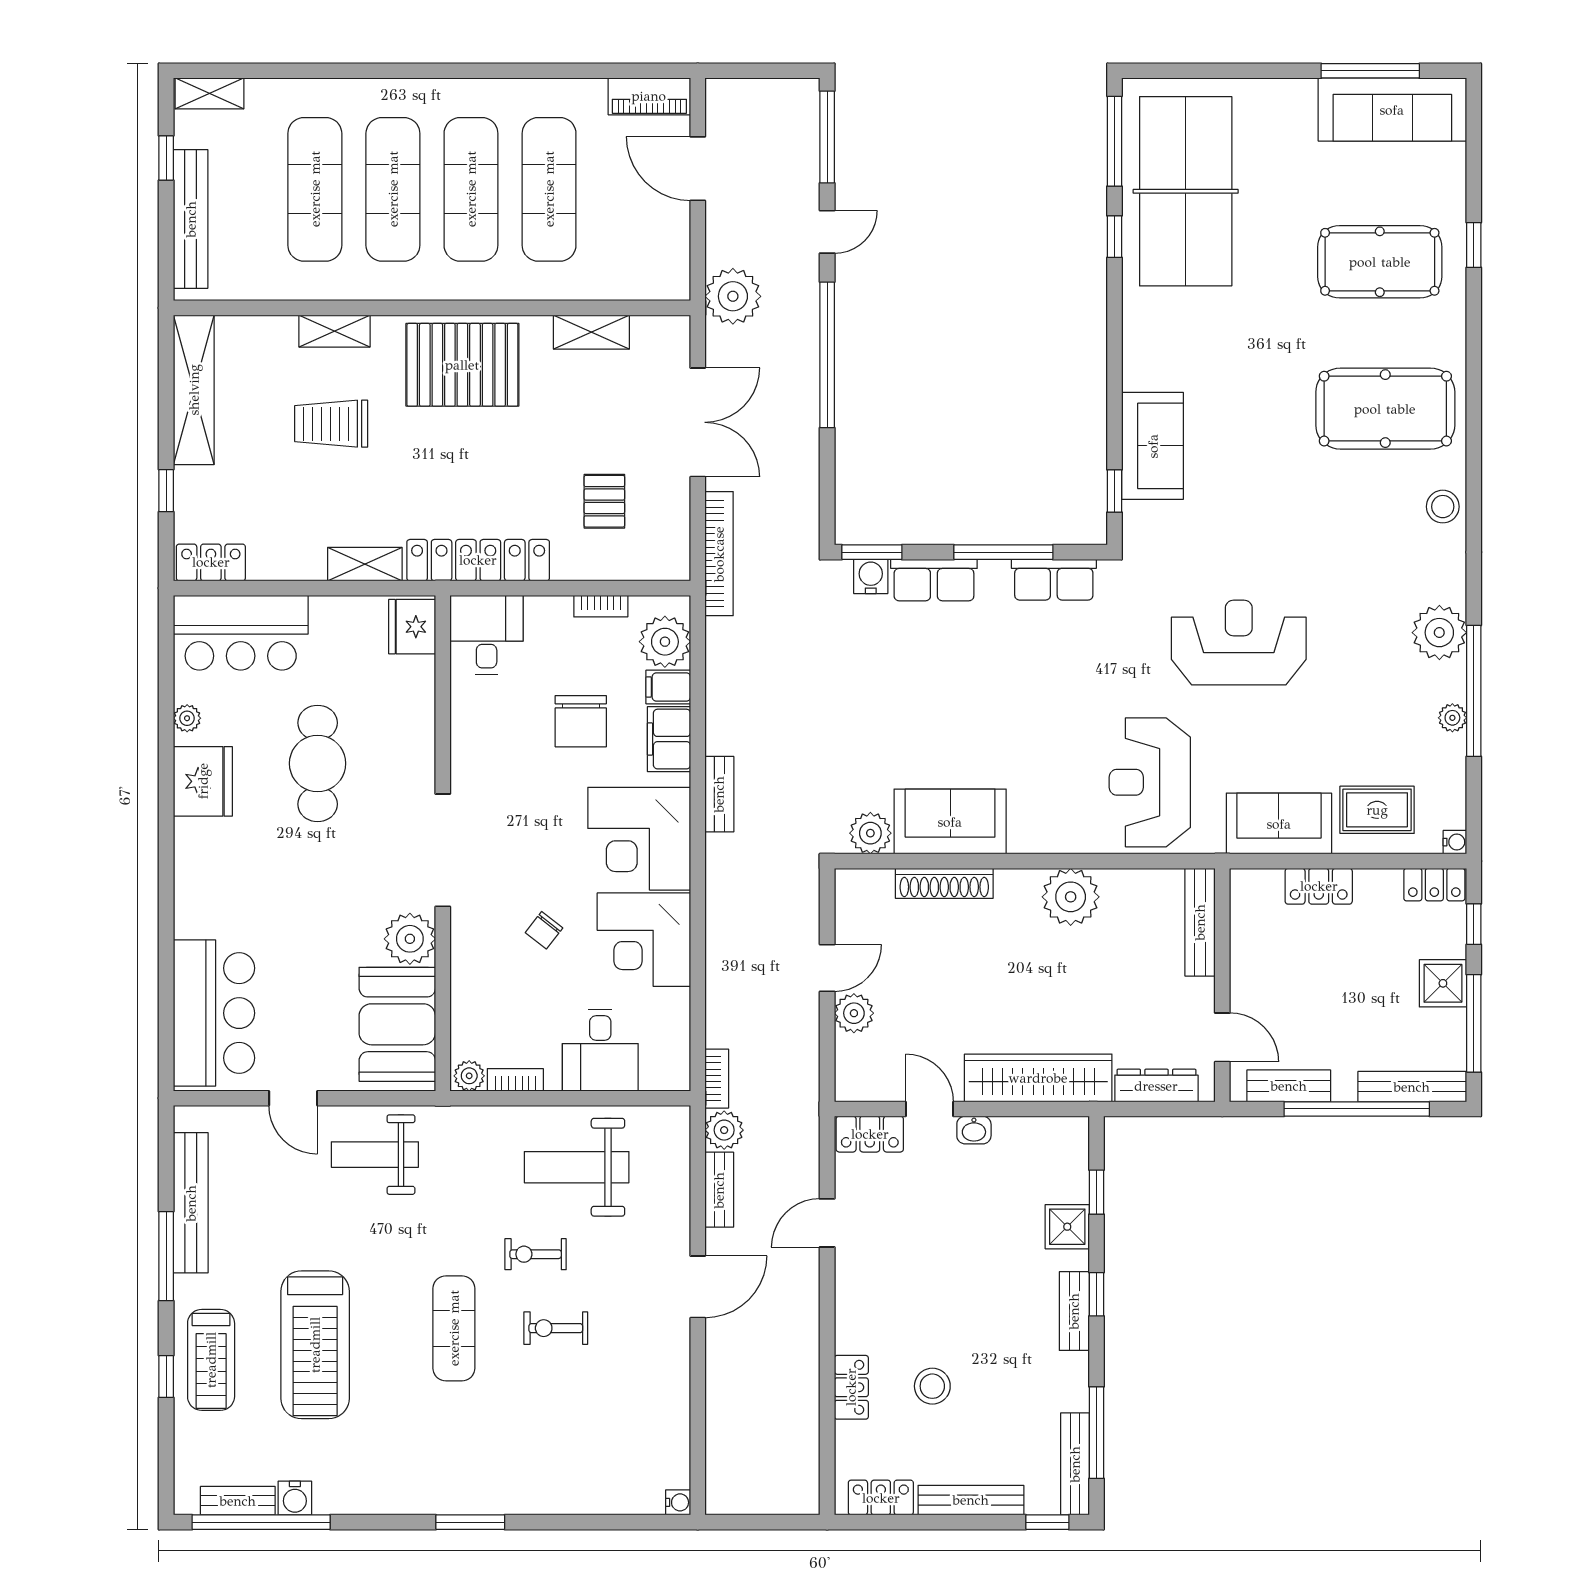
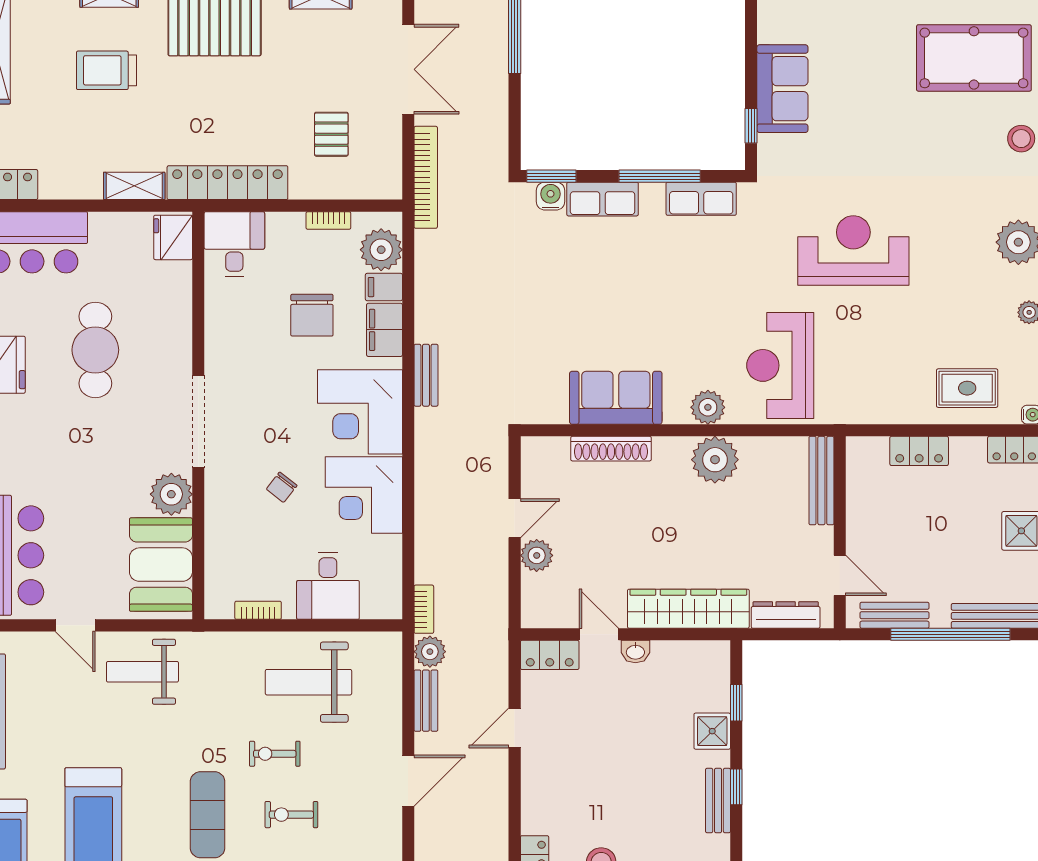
sofa: (1279, 824) -> (886, 399), removed
plant: (870, 833) -> (708, 407), moved
plant: (469, 1076) -> (220, 607), removed

